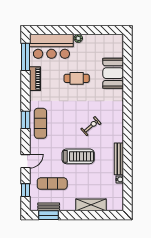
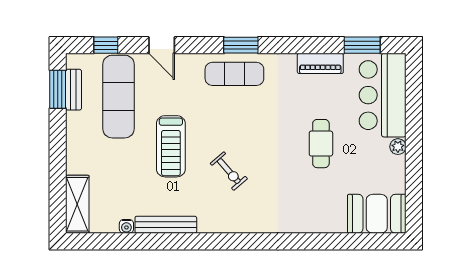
window: (26, 57) -> (362, 45), width x0.69
booth: (113, 73) -> (377, 214), moved
exercise mat: (52, 184) -> (119, 97), width x1.36, depth x1.45
shelving: (91, 205) -> (77, 204), moved

